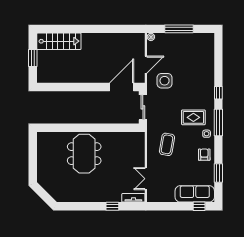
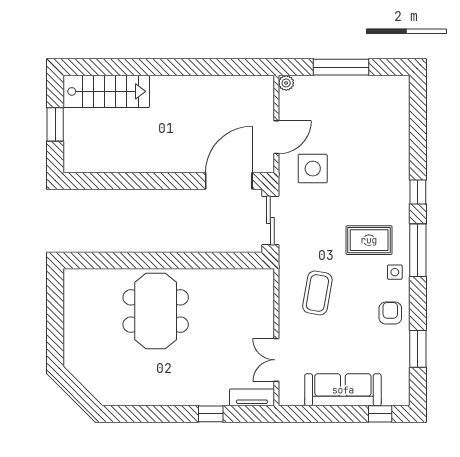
sofa: (195, 194) -> (343, 390), moved

